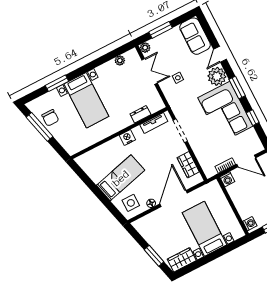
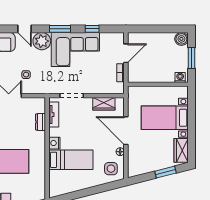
bed: (121, 178) -> (71, 160), moved, turned 104
washing machine: (227, 179) -> (133, 77), removed

